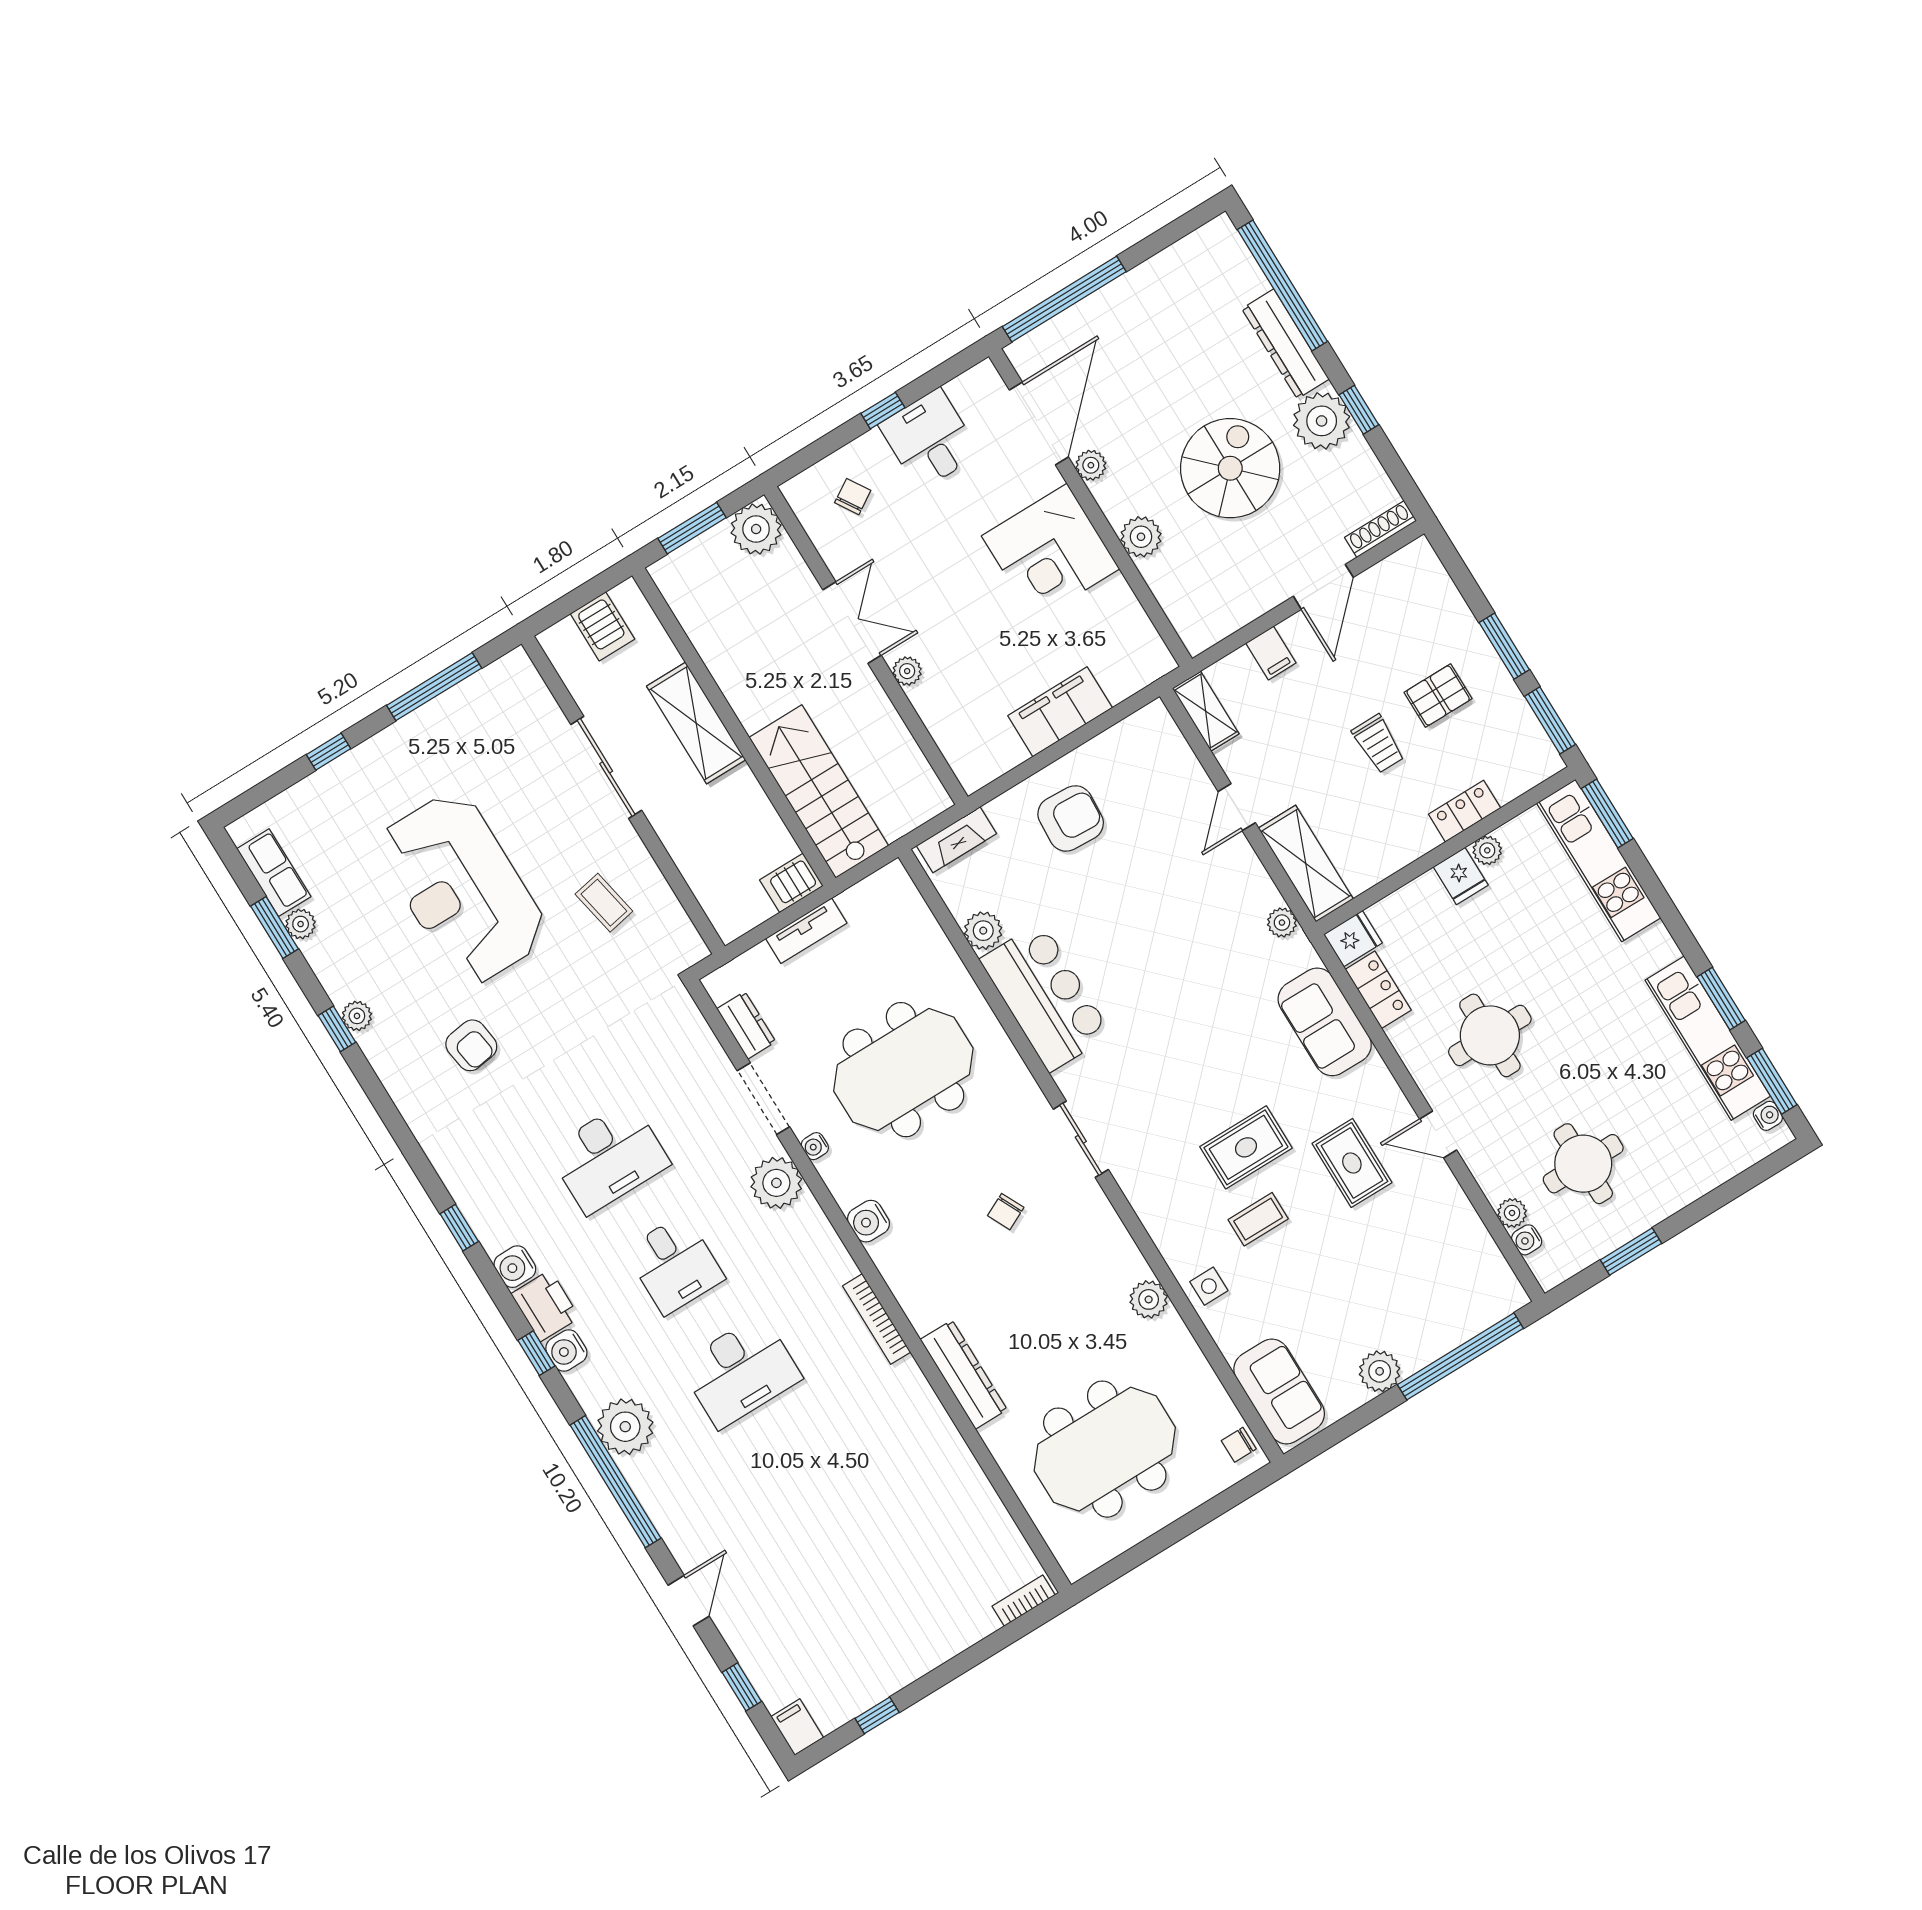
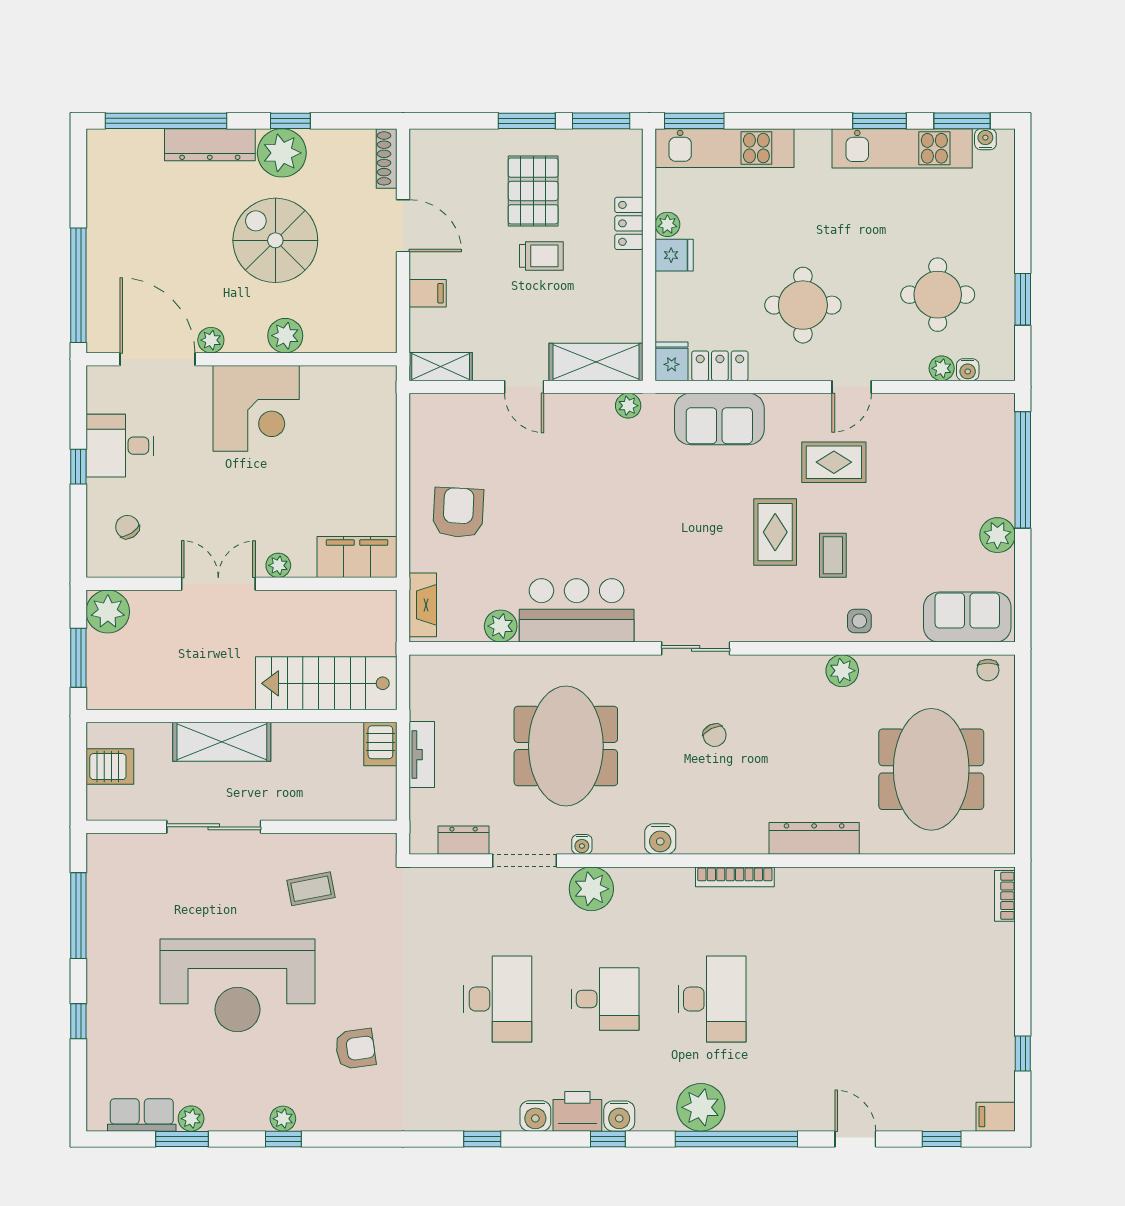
pallet: (1438, 696) -> (533, 191), width x1.50, depth x1.42
filing cabinet: (1060, 712) -> (357, 557), moved, turned 90

